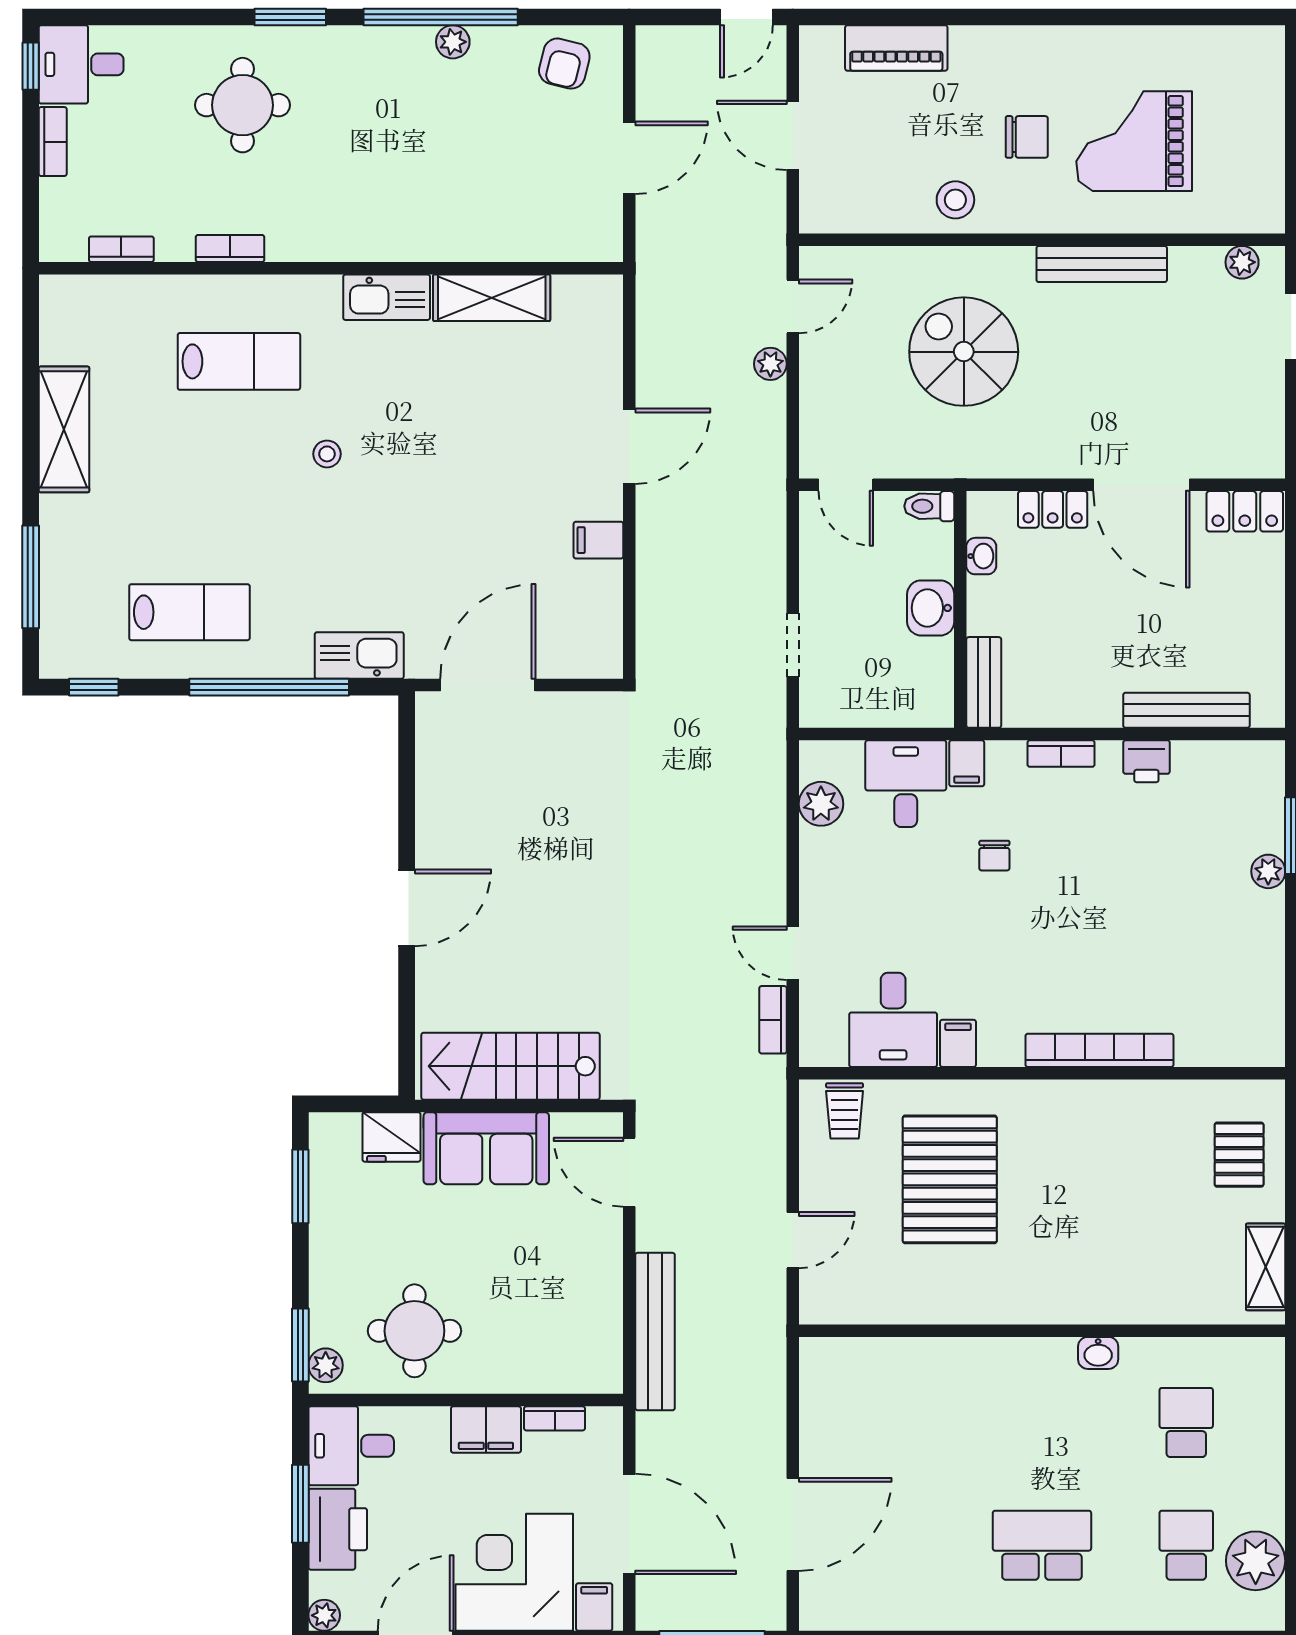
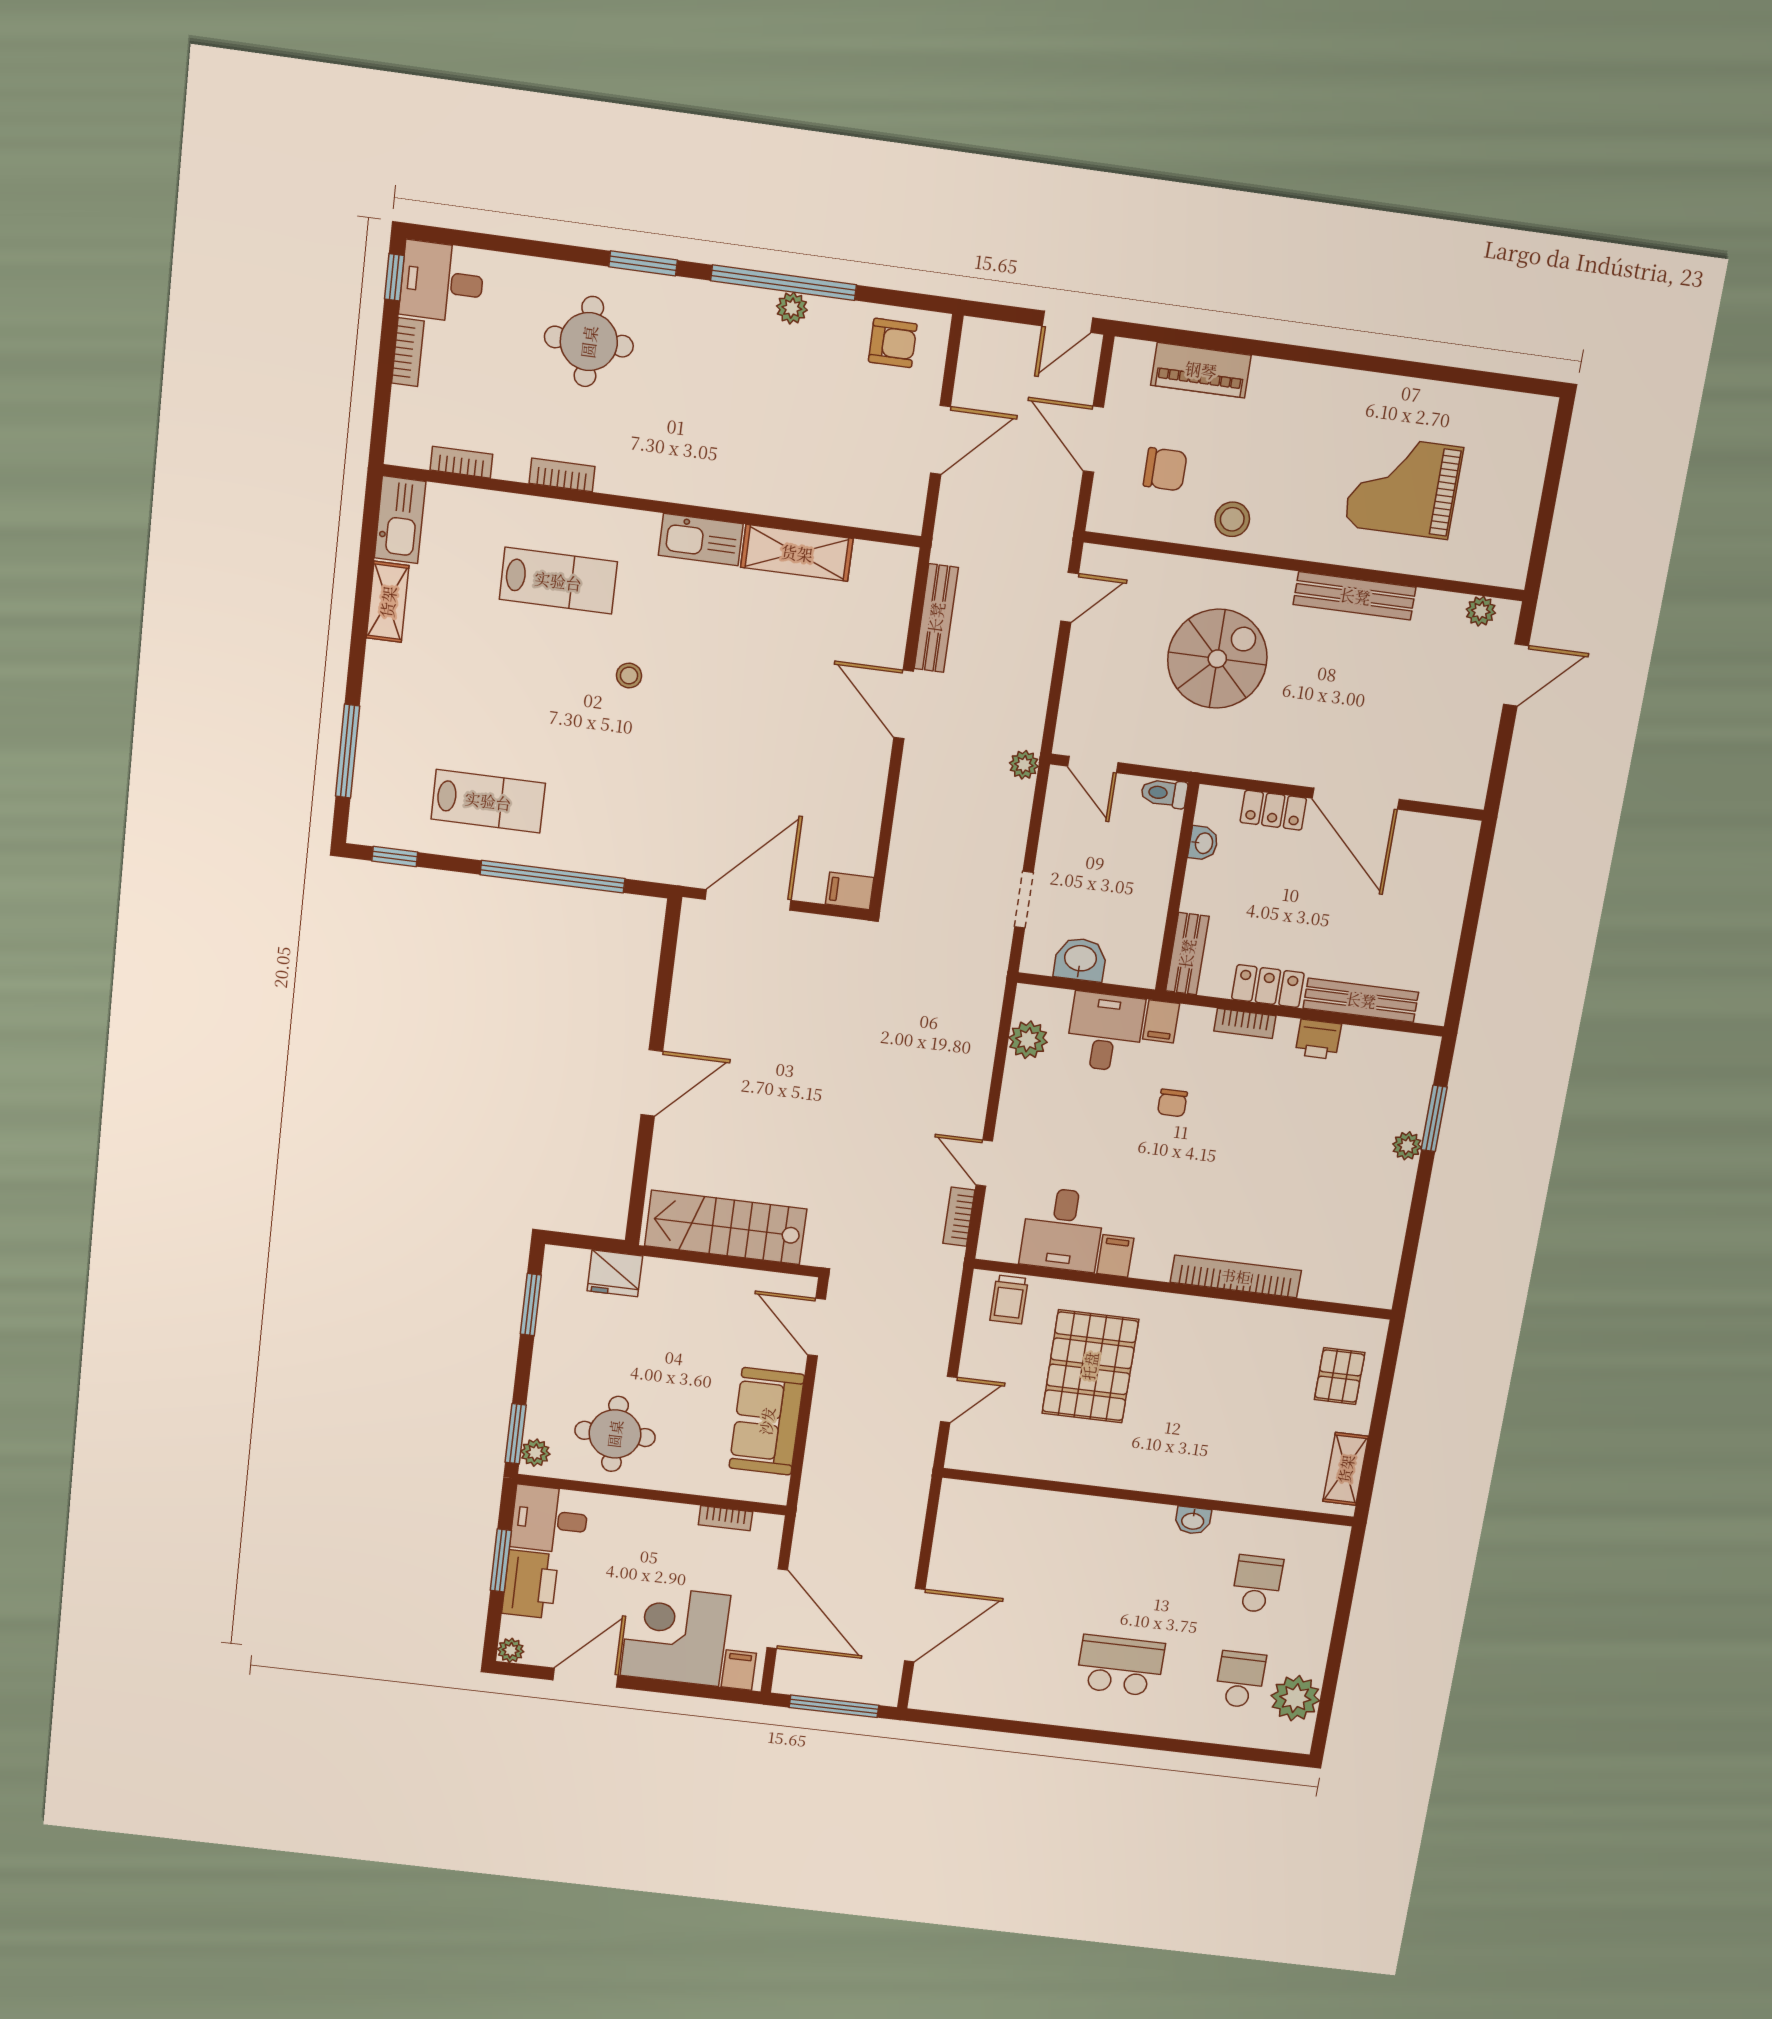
armchair: (564, 64) -> (893, 343), turned -104
chair: (1027, 137) -> (1165, 469), moved
spiral stairs: (964, 352) -> (1217, 659), turned 90
plant: (770, 364) -> (1024, 765), moved
shelving: (64, 429) -> (388, 602), width x0.67, depth x0.75
door: (629, 446) -> (904, 704), swing flipped
locker: (1245, 511) -> (1268, 986), moved, turned 180
filing cabinet: (598, 540) -> (850, 891), moved
washbasin: (931, 608) -> (1080, 959), moved, turned 90
kitchen sink: (359, 655) -> (400, 520), moved, turned 90
sofa: (486, 1148) -> (767, 1421), moved, turned 90
bench: (655, 1332) -> (936, 618), moved, width x0.73, depth x0.82
filing cabinet: (486, 1430) -> (666, 1520), removed

